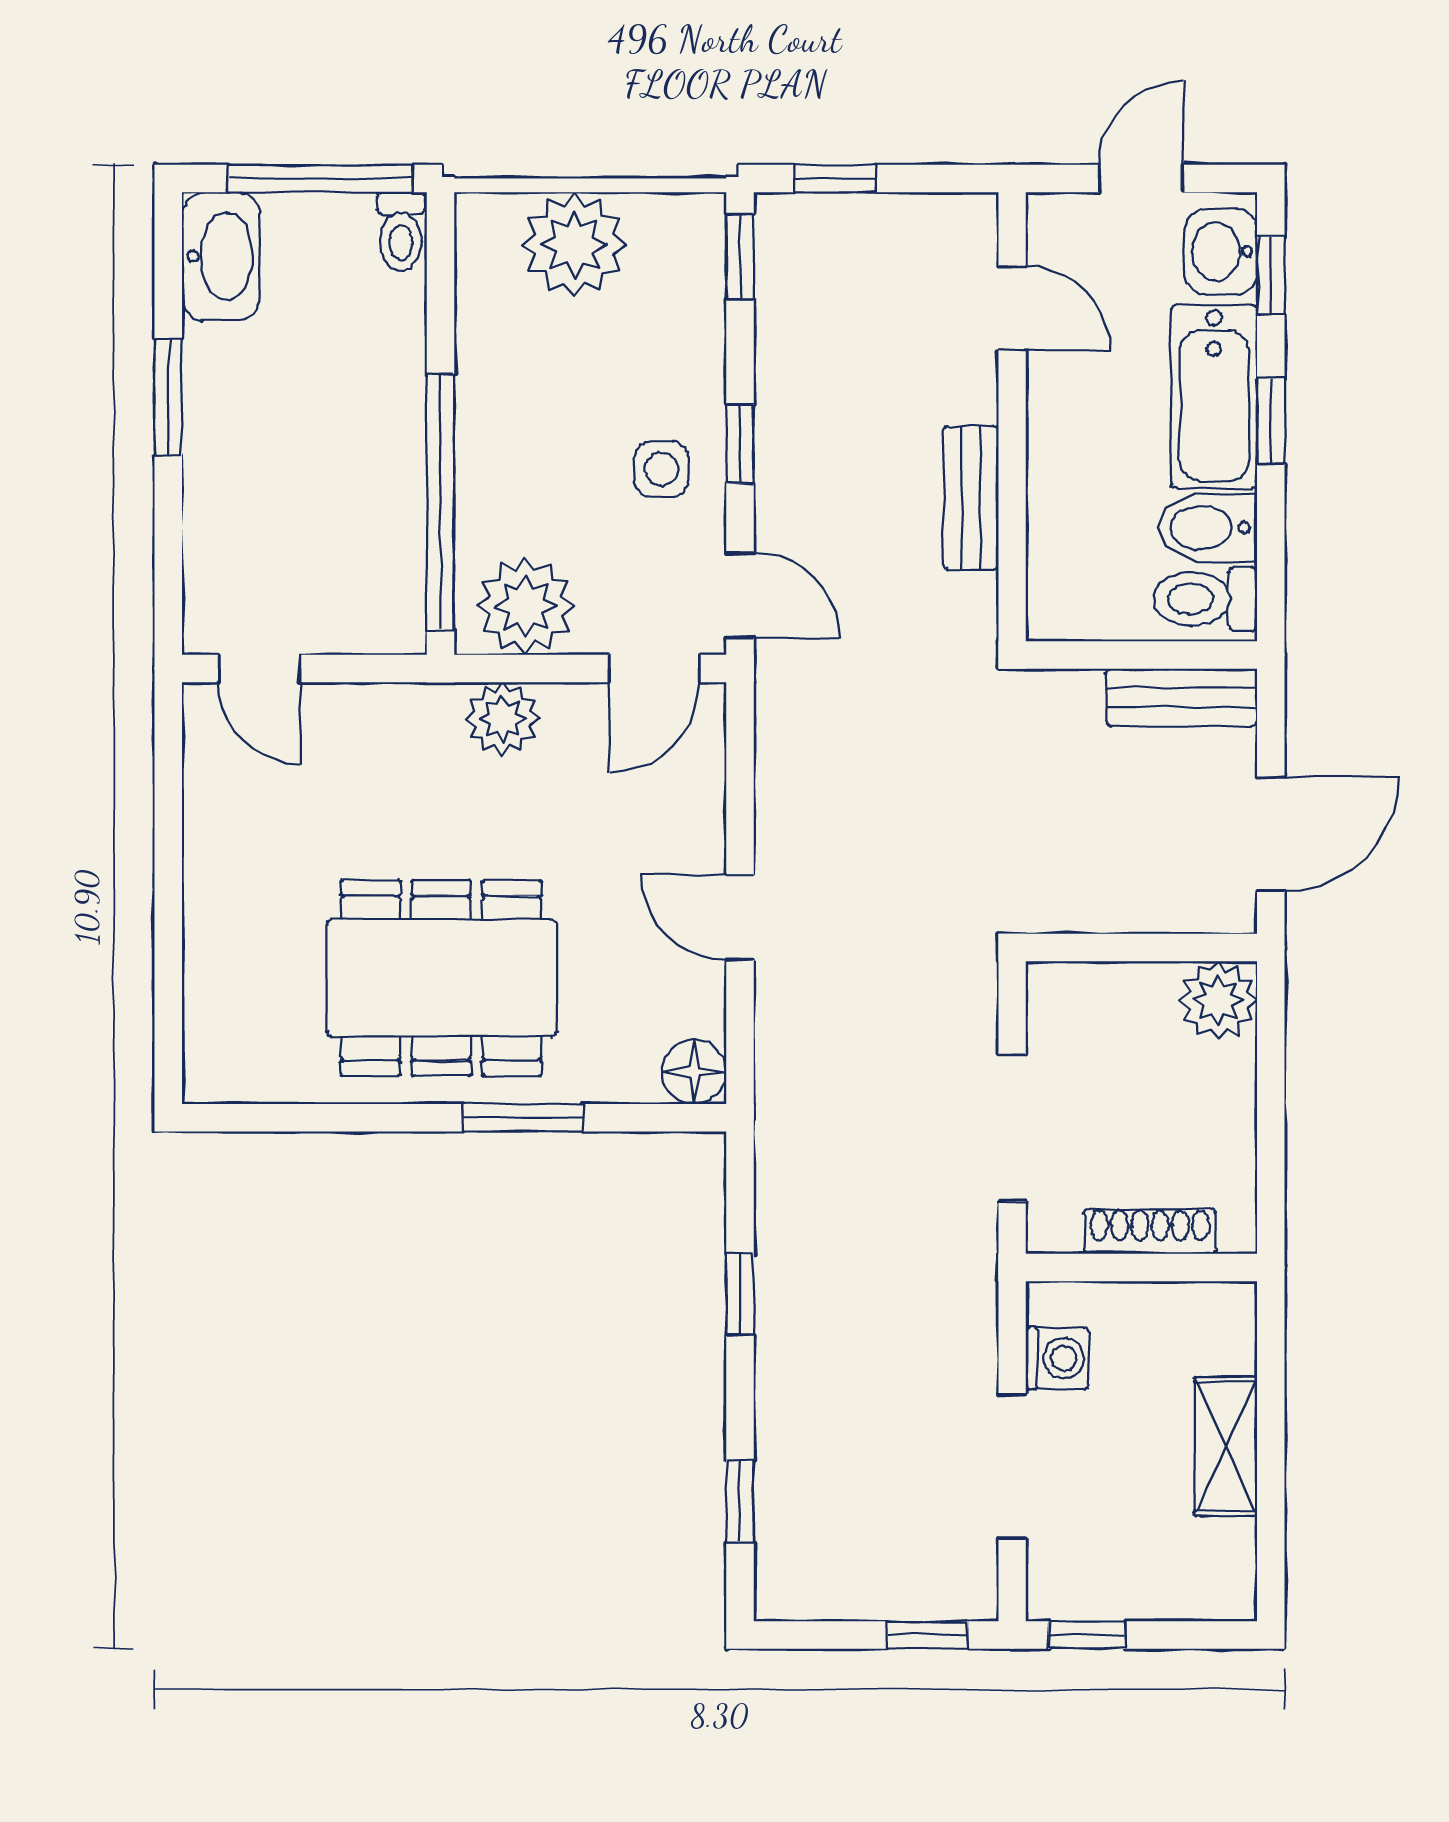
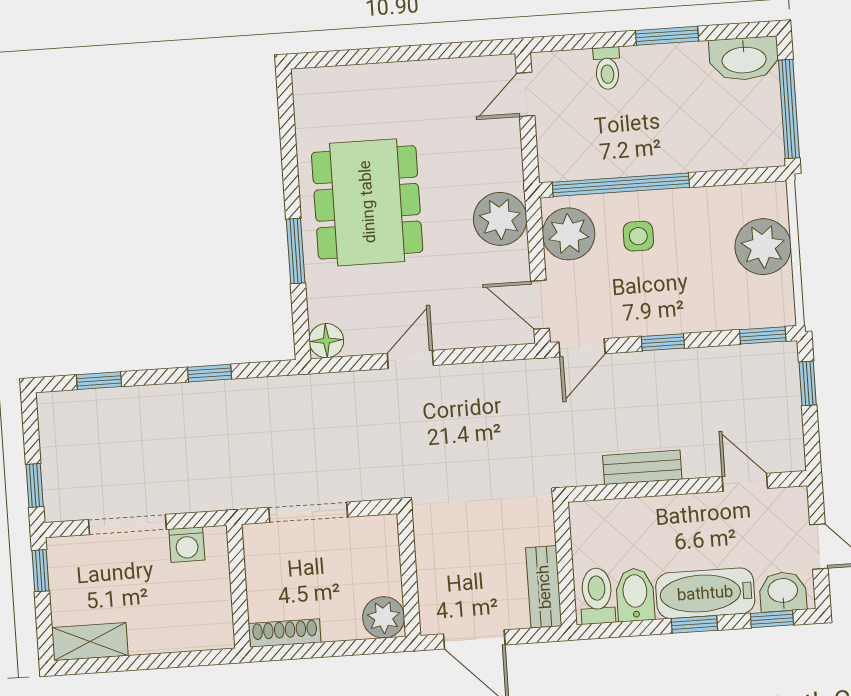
toilet: (401, 232) -> (607, 68), moved, turned -90
door: (1012, 308) -> (745, 482), swing flipped
side table: (661, 469) -> (638, 236), moved
plant: (502, 719) -> (500, 219), width x1.36, depth x1.36
shoe rack: (1150, 1231) -> (285, 633), moved, turned -90
shelving: (1226, 1446) -> (90, 642), moved

